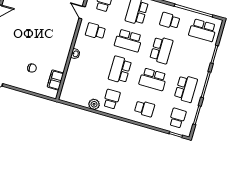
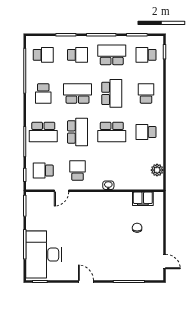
school desk: (203, 30) -> (43, 55), width x0.54
school desk: (95, 31) -> (78, 171), turned 180
school desk: (194, 59) -> (78, 55), added
plant: (94, 104) -> (157, 170), moved

